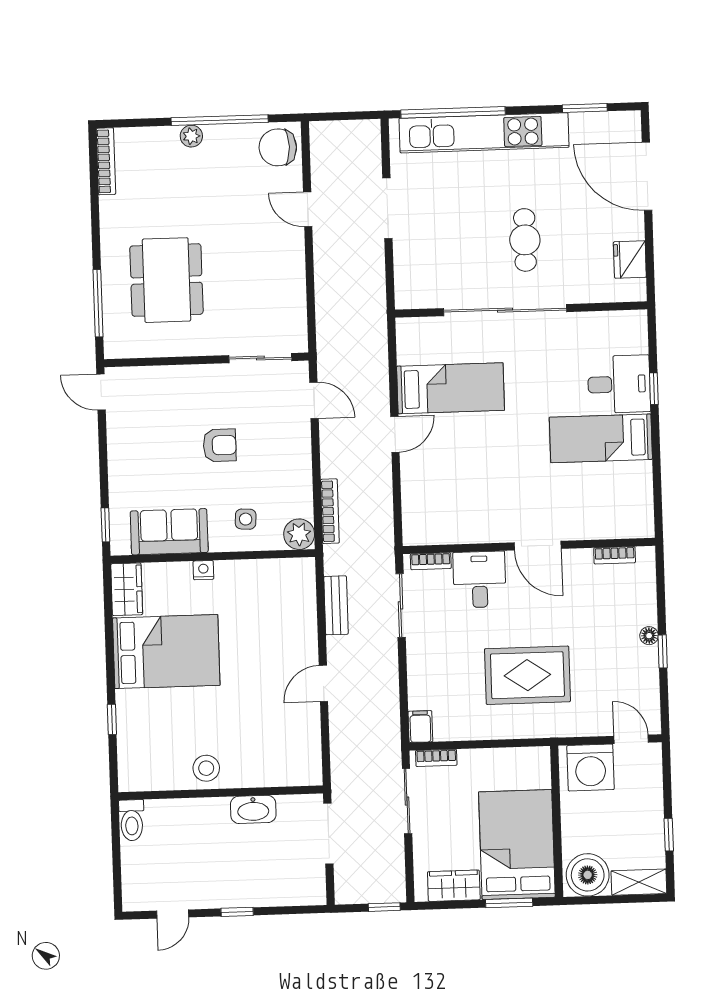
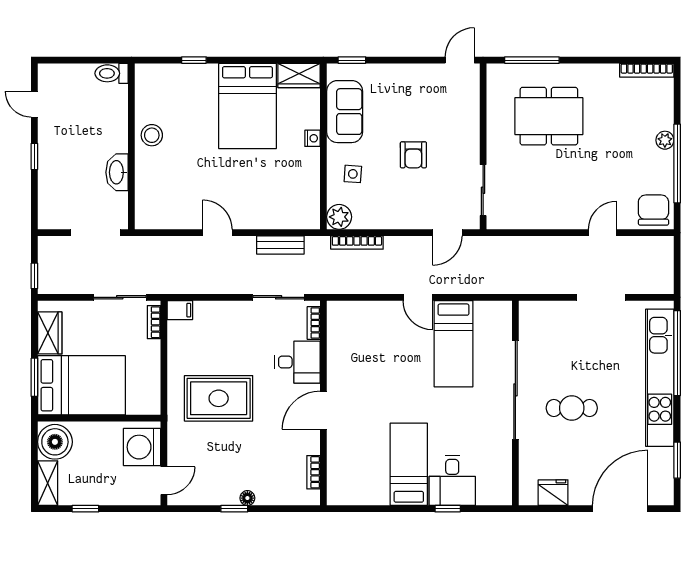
rug: (527, 675) -> (219, 398), turned 90

